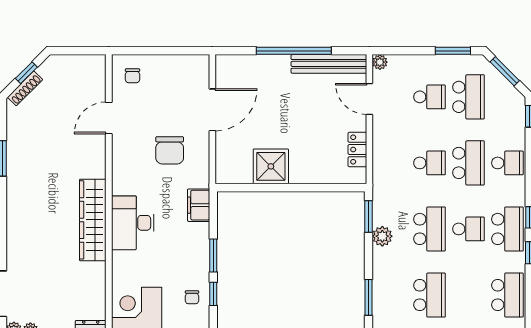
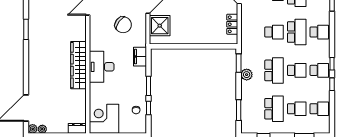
chair: (170, 150) -> (123, 25), turned -54
shower: (271, 166) -> (160, 26), moved
school desk: (507, 229) -> (319, 70), width x0.54
school desk: (468, 295) -> (297, 109), added
school desk: (507, 295) -> (319, 109), width x0.54

